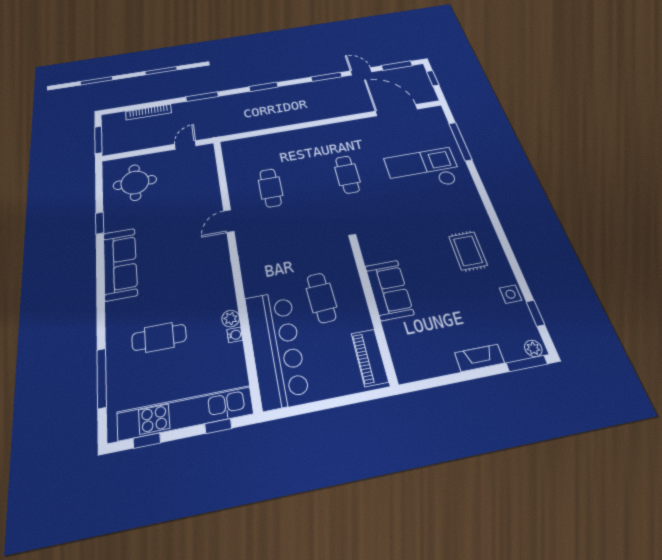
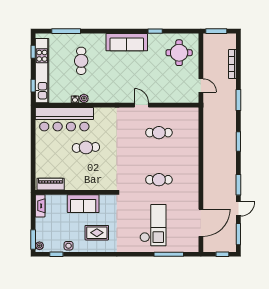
sofa: (389, 290) -> (83, 204), moved
wall: (373, 308) -> (75, 192), moved
piano: (370, 357) -> (51, 184), moved
fireplace: (480, 358) -> (40, 206), moved

